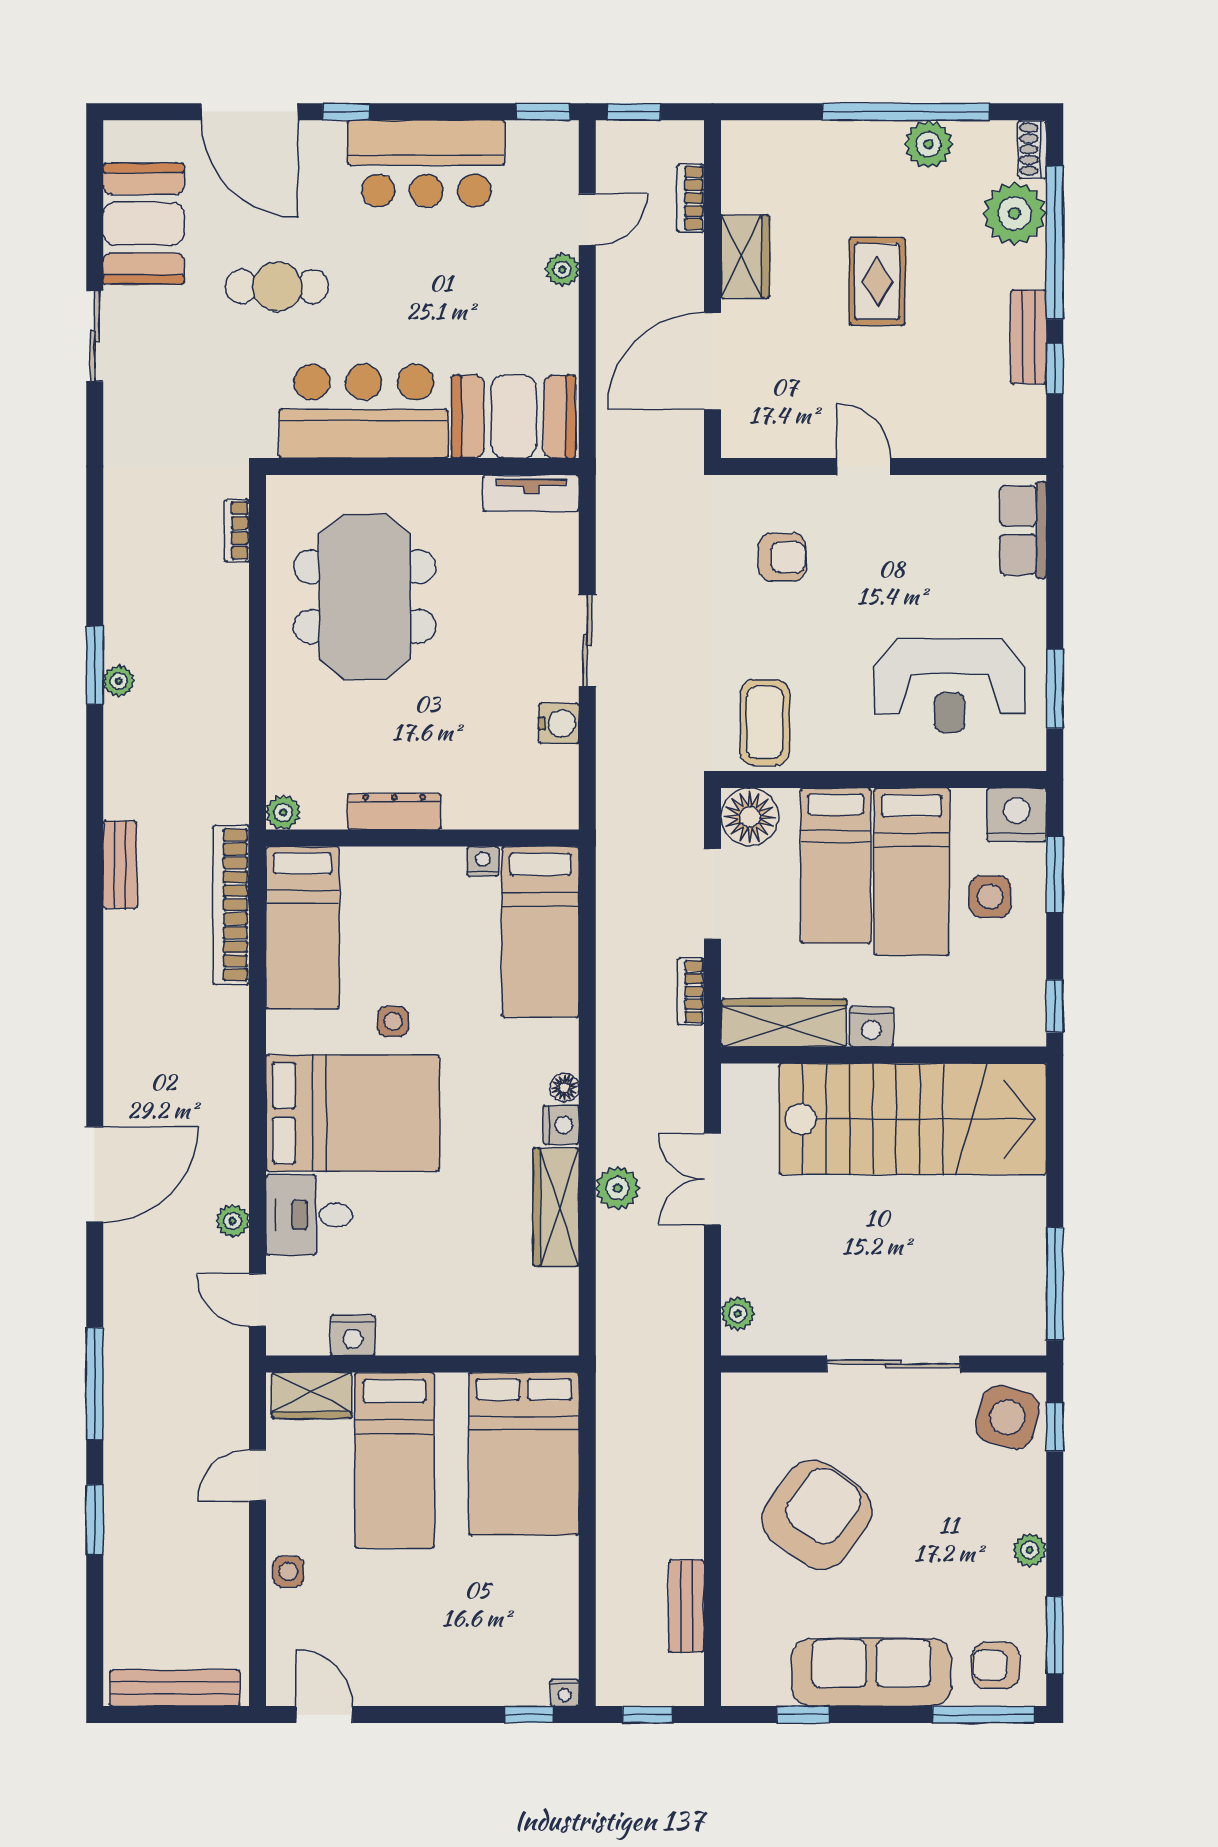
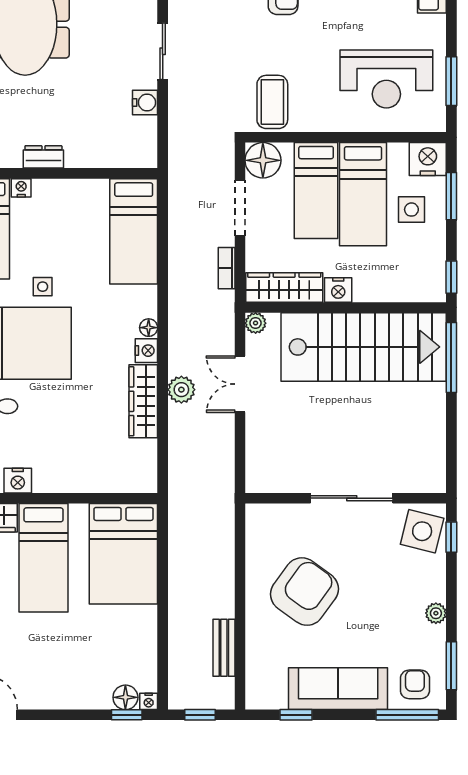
dresser: (394, 811) -> (43, 157), width x0.70
nightstand: (483, 861) -> (21, 188), moved
window: (1055, 1284) -> (451, 357), moved
plant: (738, 1314) -> (256, 323), moved
armchair: (996, 1665) -> (415, 684), turned 90
floor lamp: (527, 1686) -> (125, 697), added

